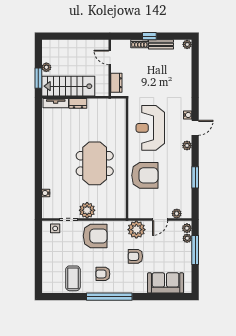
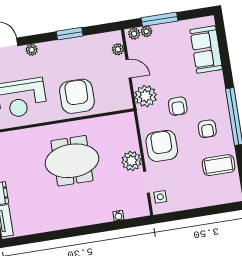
armchair: (135, 256) -> (178, 106), moved

